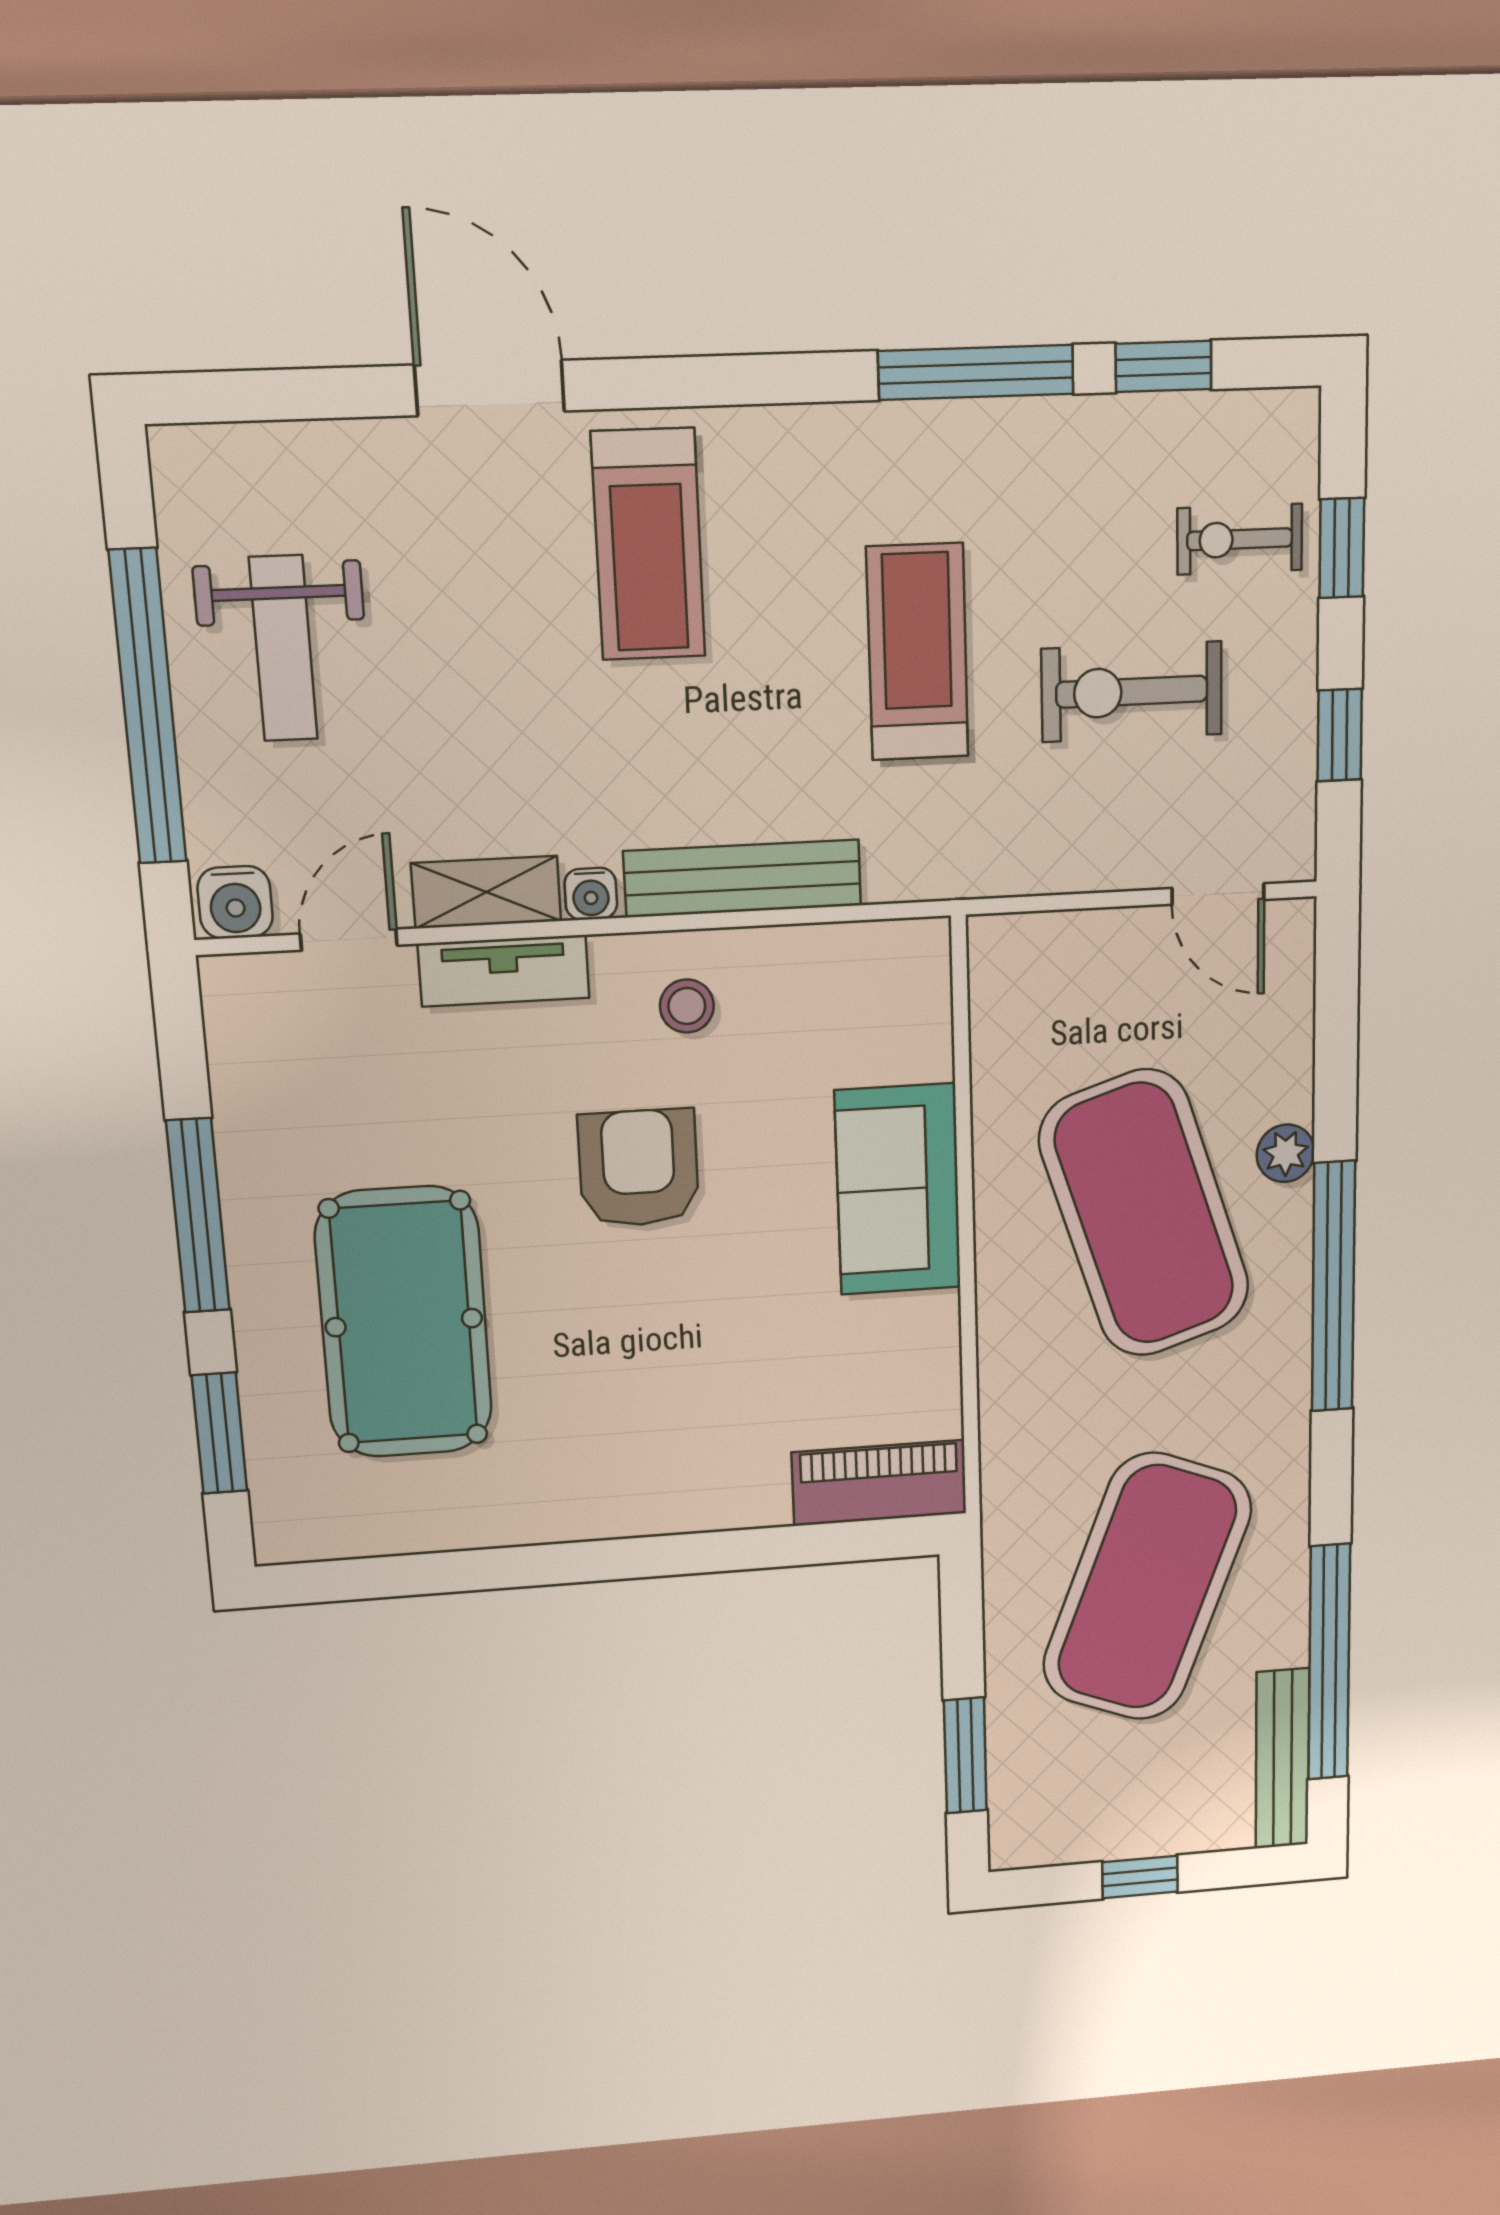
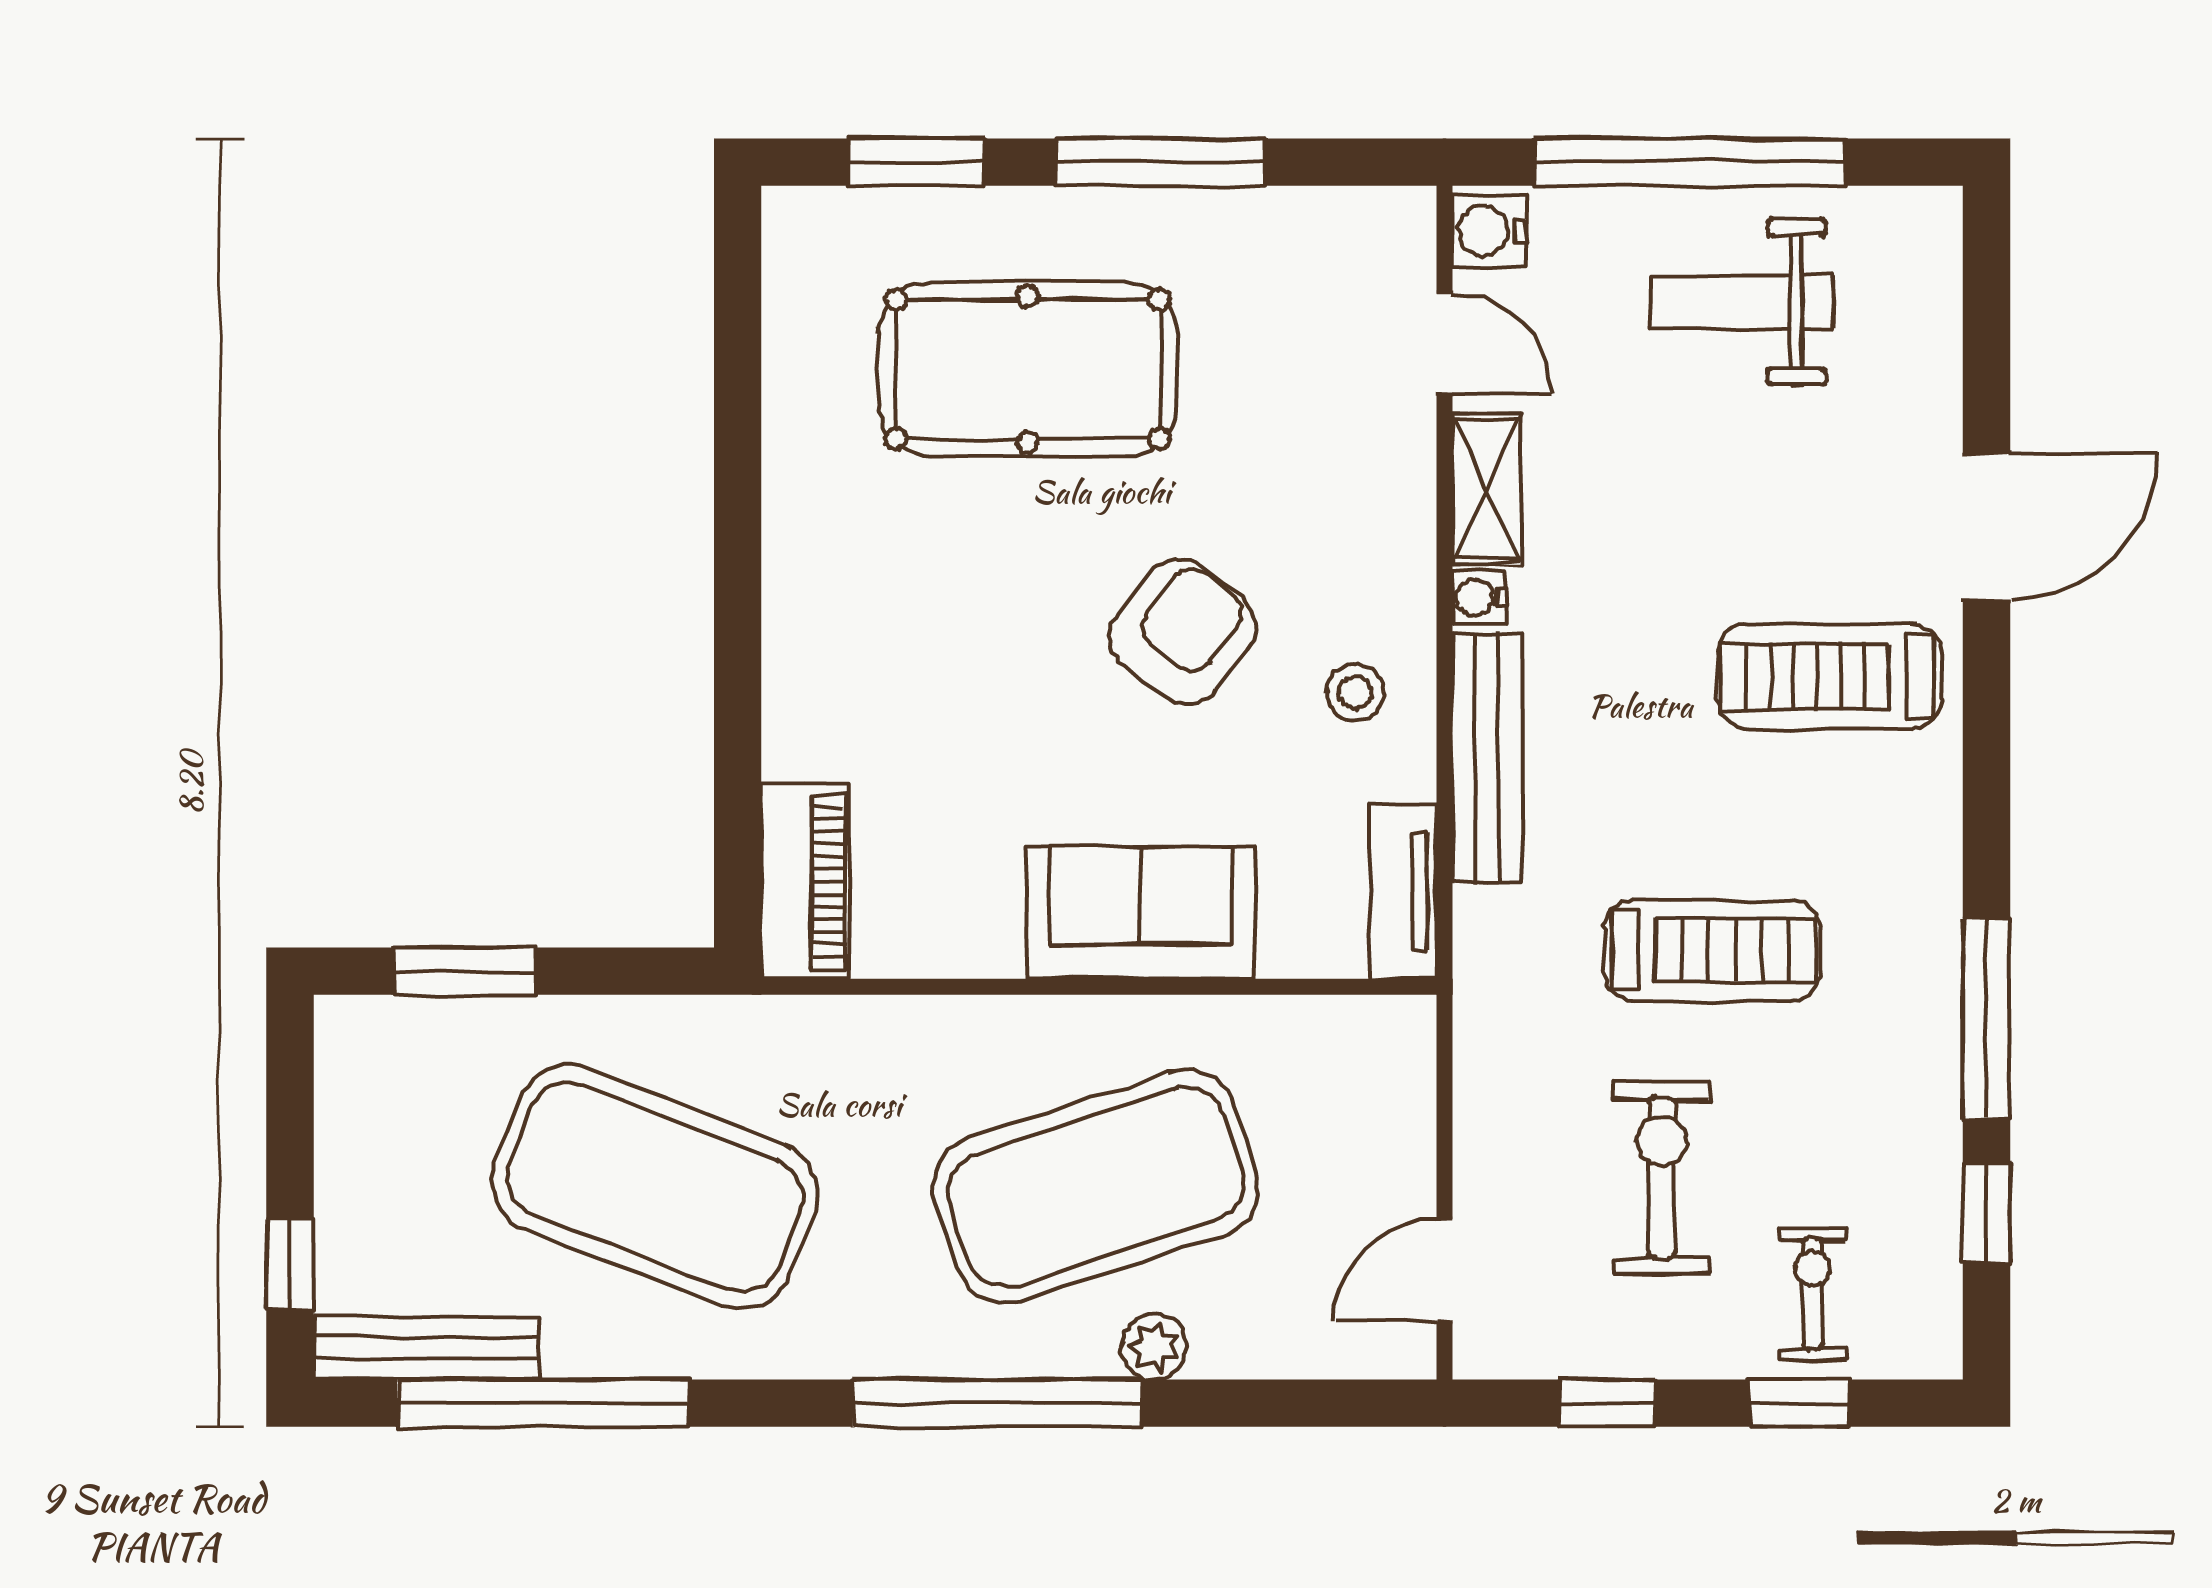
tv unit: (504, 971) -> (1403, 891), moved
armchair: (639, 1168) -> (1183, 632), turned -52
window: (1140, 1877) -> (290, 1265), moved

